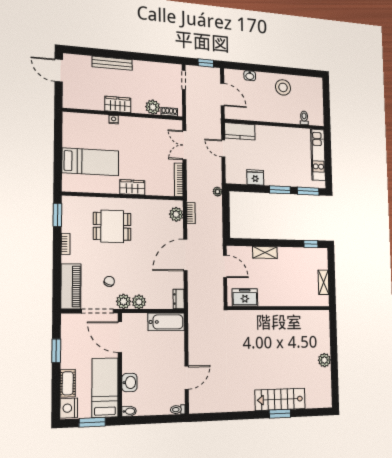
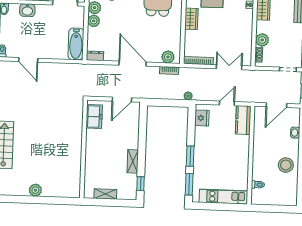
fridge: (255, 177) -> (202, 118), moved
shelving: (265, 252) -> (133, 161), moved

